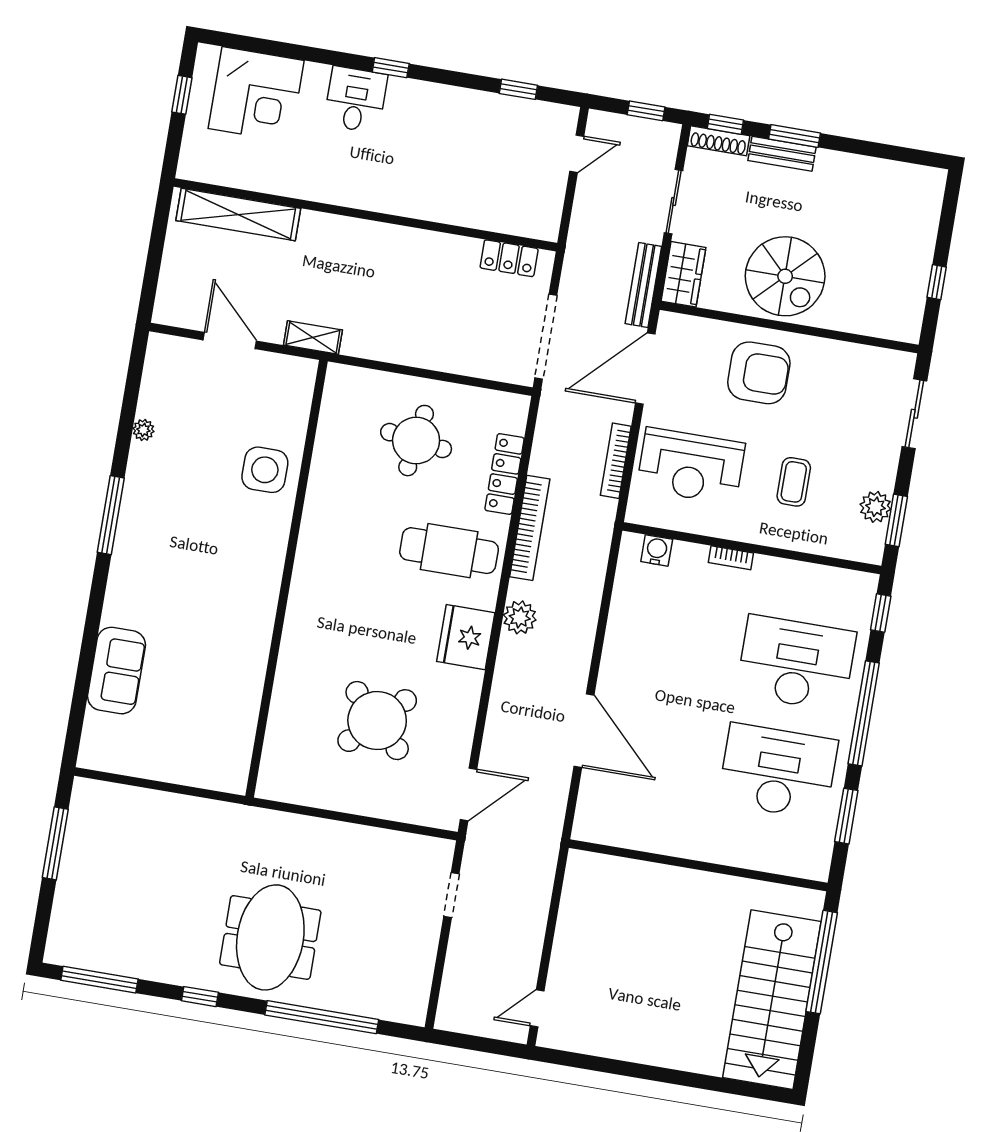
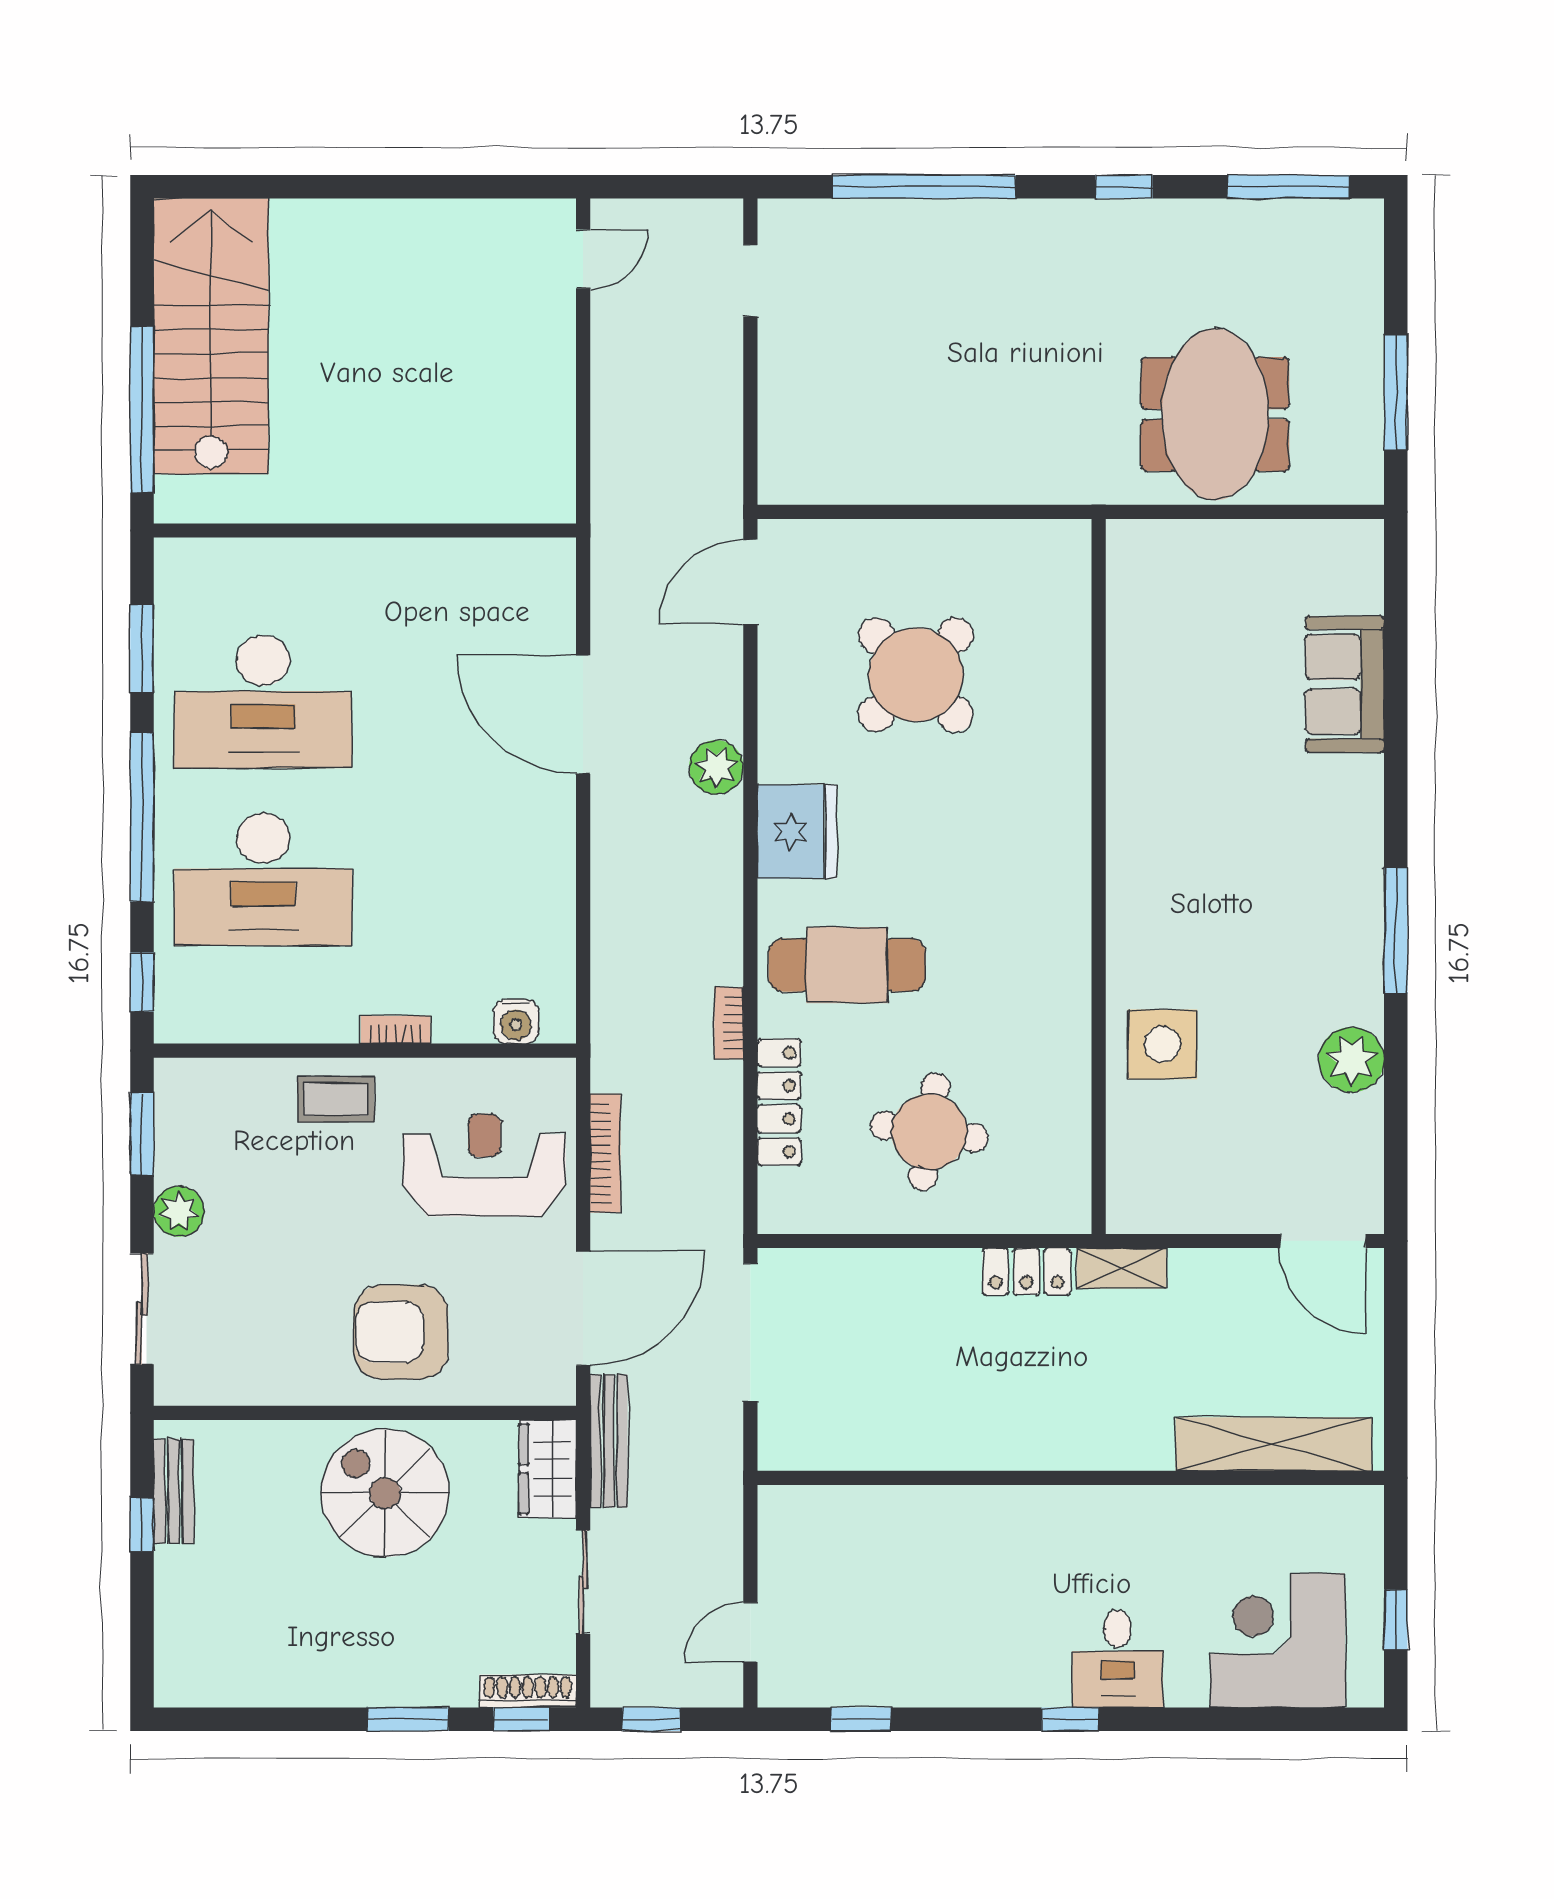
bench: (782, 154) -> (174, 1491), moved, turned 90
locker: (509, 258) -> (1026, 1271), moved, turned 180
door: (230, 340) -> (1323, 1241), moved
plant: (143, 430) -> (1352, 1060), width x1.87, depth x1.87
coffee table: (794, 482) -> (336, 1099), moved, turned 90
plant: (875, 507) -> (179, 1211), moved
bookcase: (530, 528) -> (729, 1023), width x0.43, depth x0.76
plant: (520, 617) -> (716, 767), moved
doorway: (451, 895) -> (750, 281), moved
meeting table: (270, 937) -> (1215, 414), moved

